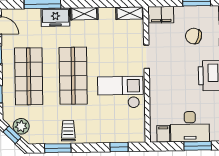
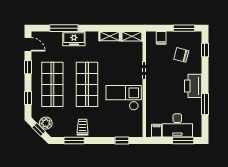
shelving: (84, 14) -> (110, 36), moved
filing cabinet: (161, 15) -> (161, 38), width x0.50

